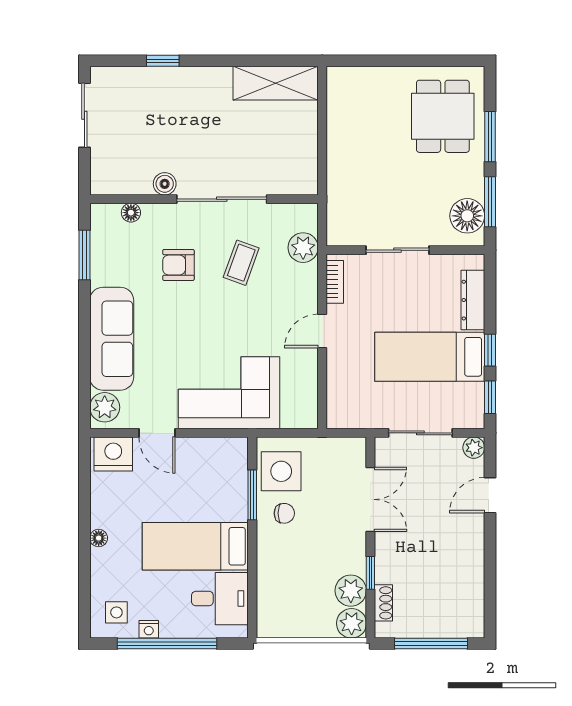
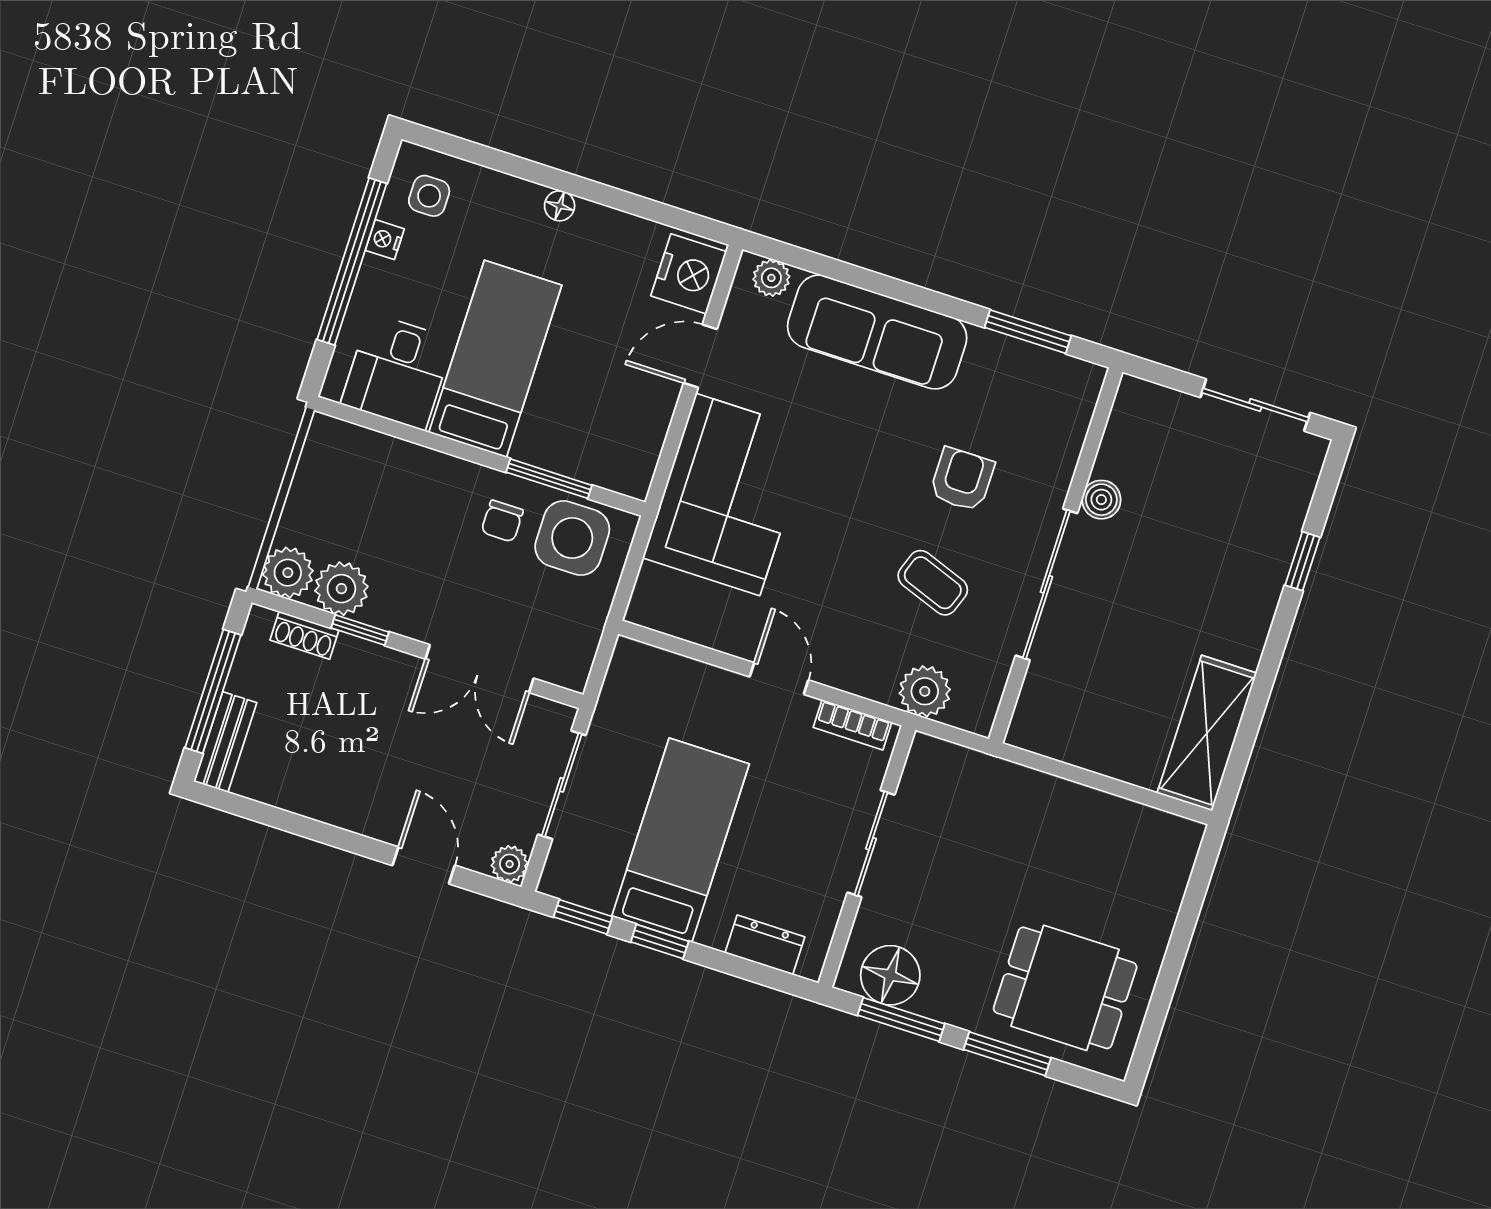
floor lamp: (131, 213) -> (1072, 430), removed
dresser: (473, 300) -> (765, 945), width x0.70
plant: (105, 407) -> (771, 278), width x0.73, depth x0.73
bench: (457, 628) -> (225, 742), added

